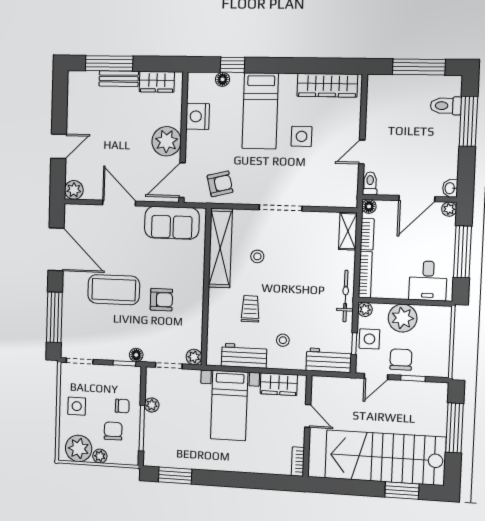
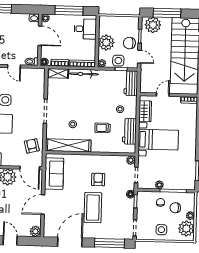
bicycle: (345, 296) -> (84, 74), moved
plant: (433, 402) -> (153, 25), added

